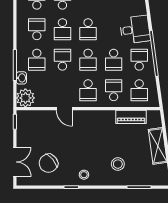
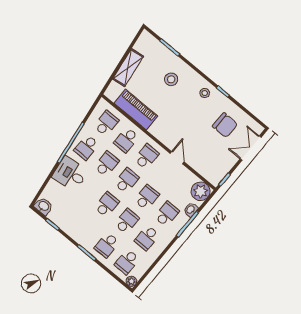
school desk: (62, 60) -> (147, 197), turned 180
piano: (131, 117) -> (136, 110), width x1.37, depth x1.33
chair: (48, 163) -> (225, 125), turned 40

